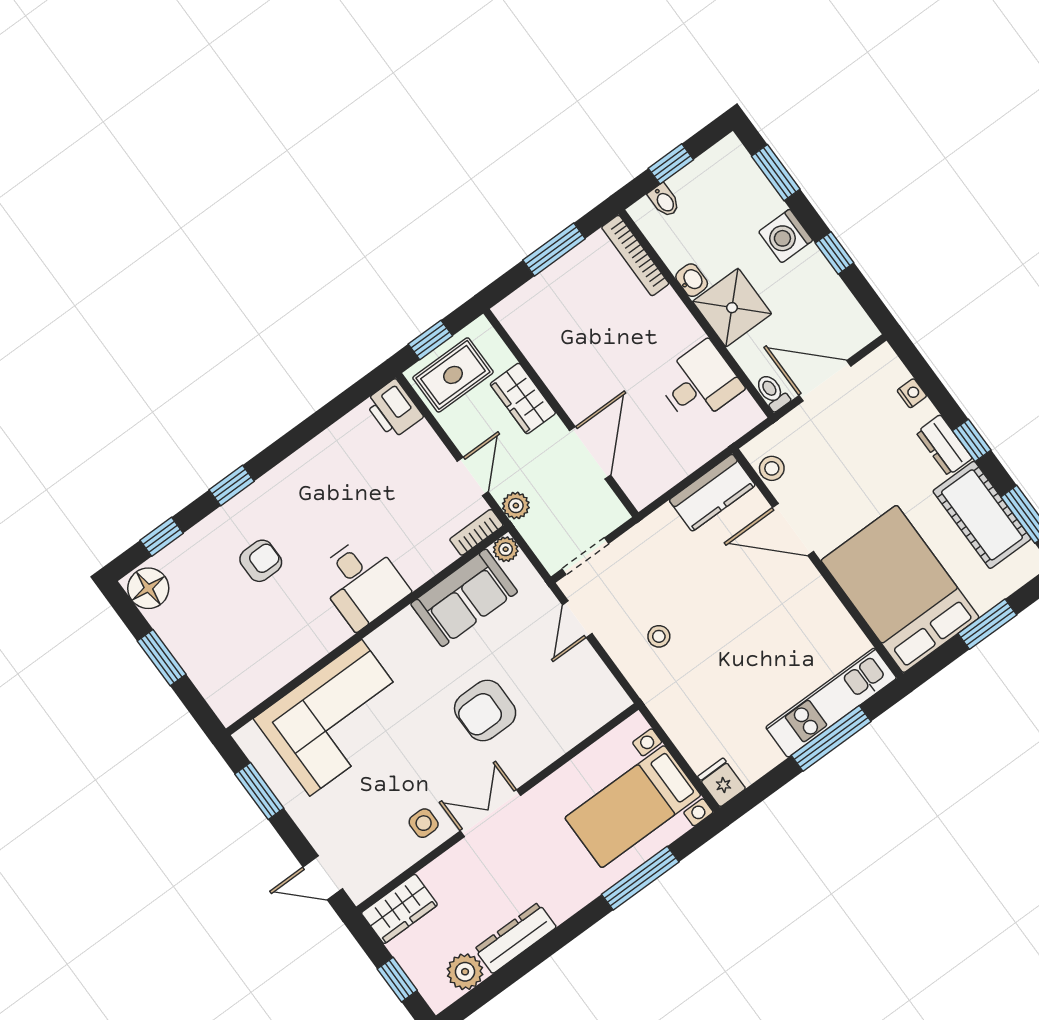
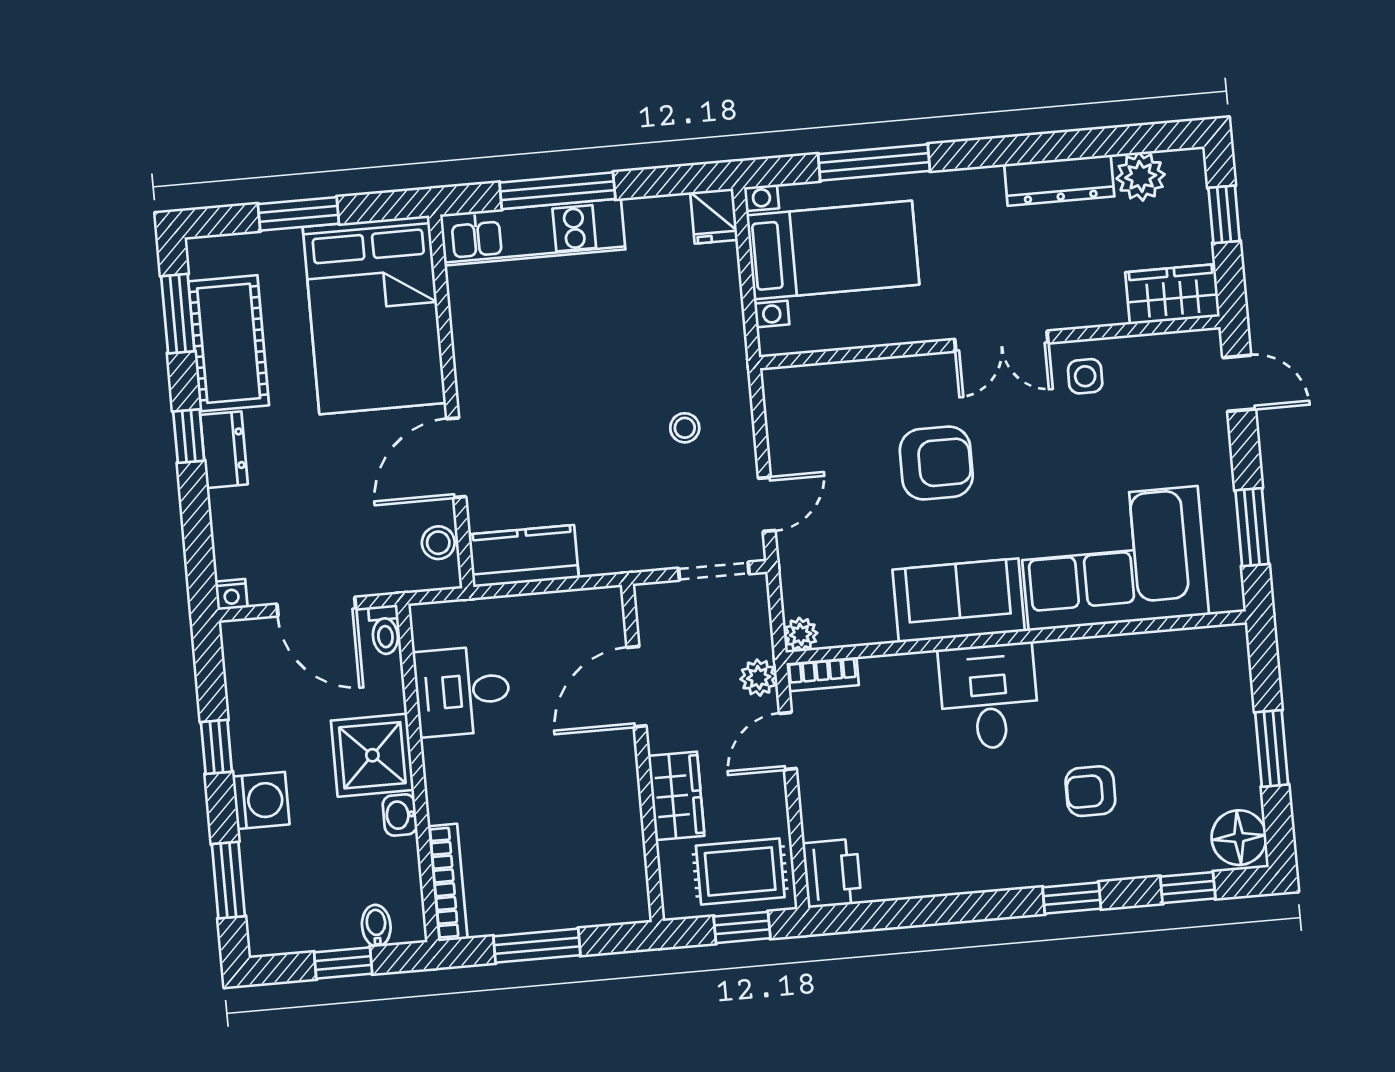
nightstand: (912, 393) -> (231, 594), moved, turned -90
door: (793, 529) -> (456, 458), swing flipped
sofa: (464, 598) -> (959, 600), moved

